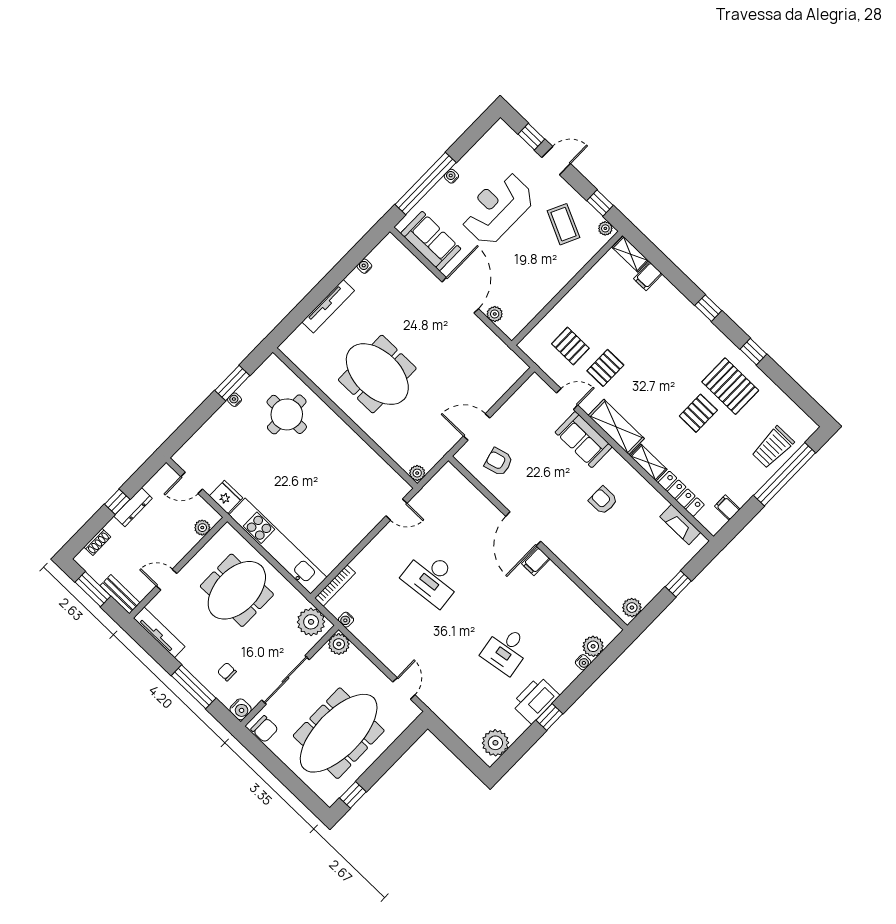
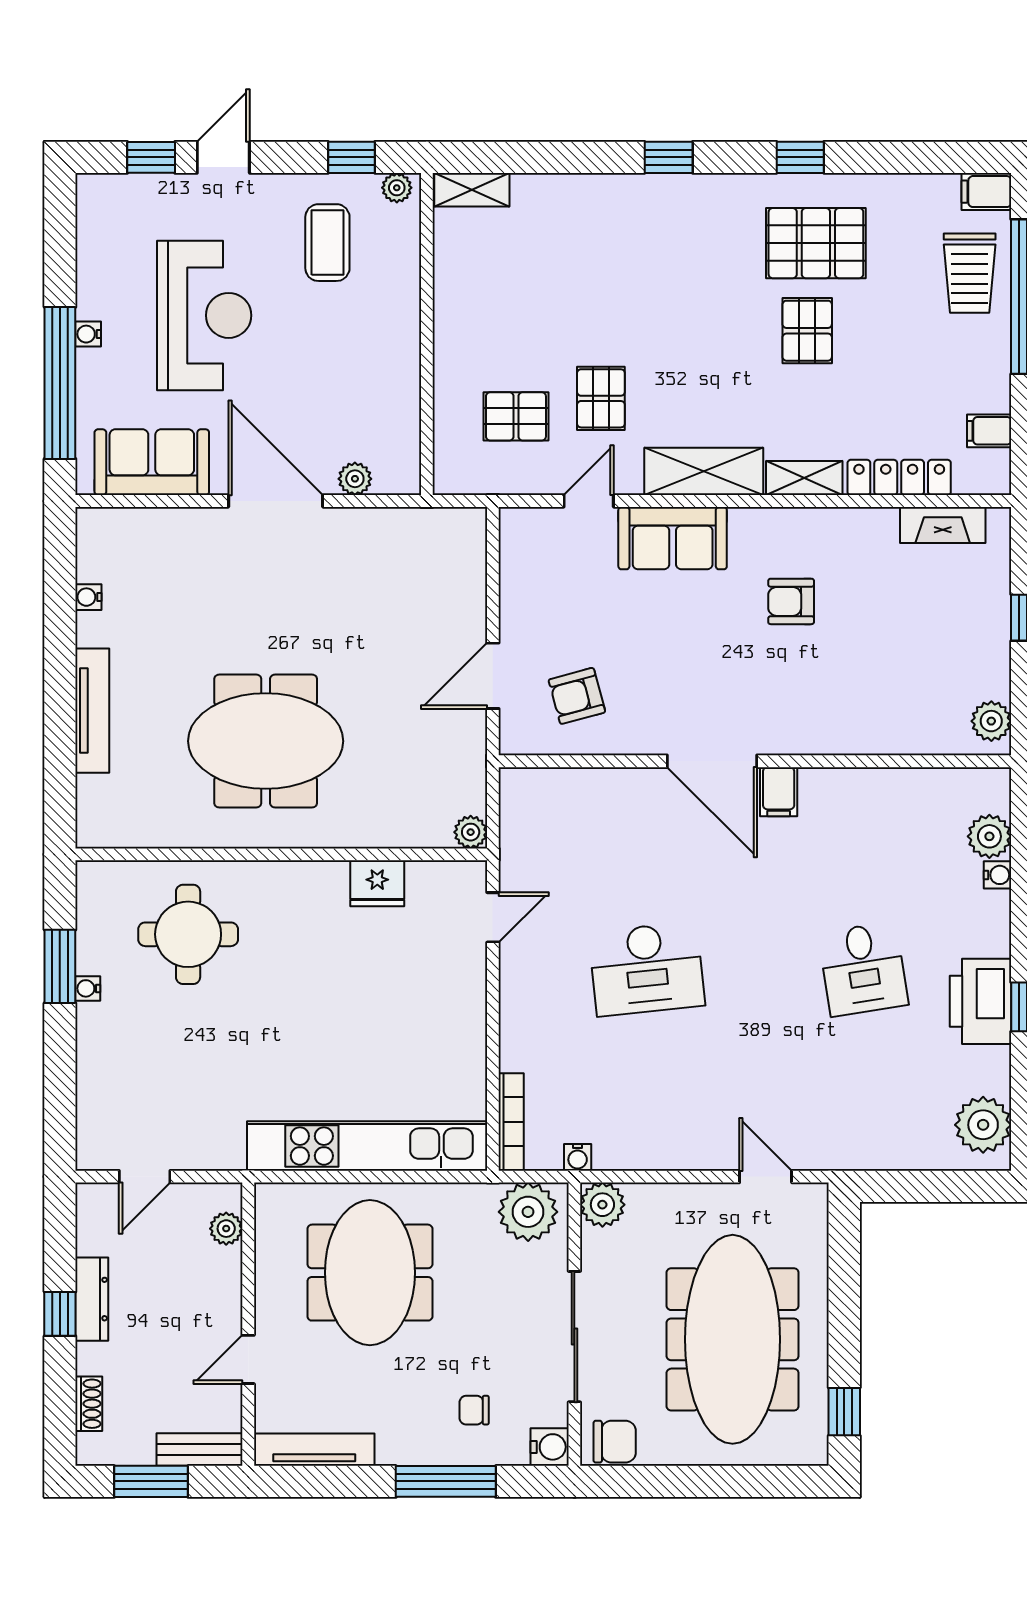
reception desk: (497, 208) -> (204, 315), turned 180
coffee table: (563, 224) -> (327, 243), turned 65
filing cabinet: (648, 276) -> (986, 192), moved, turned 90
fridge: (226, 497) -> (377, 883), moved, turned 180

